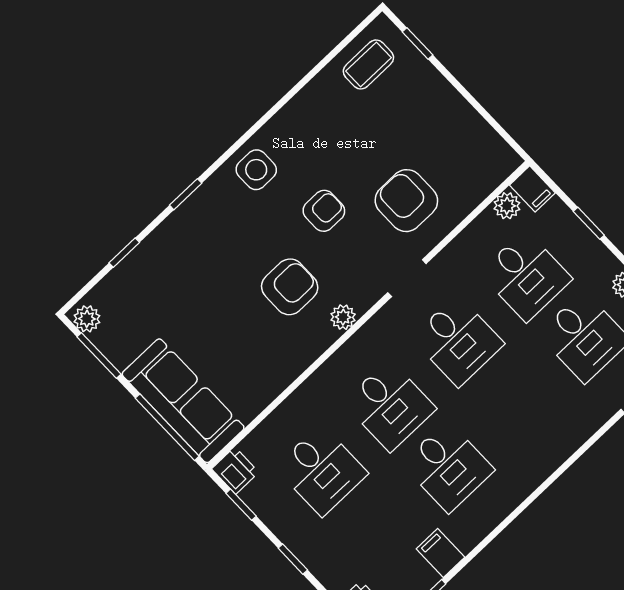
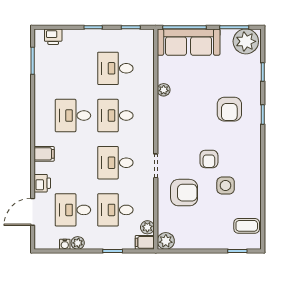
coffee table: (368, 64) -> (247, 226), turned 90
plant: (501, 161) -> (166, 241), added
side table: (256, 170) -> (226, 186), moved
armchair: (290, 287) -> (229, 109), moved
plant: (343, 317) -> (164, 90), moved
plant: (87, 319) -> (246, 41), width x1.87, depth x1.87
printer: (235, 471) -> (42, 183), moved, turned -90
filing cabinet: (441, 553) -> (44, 154), moved

